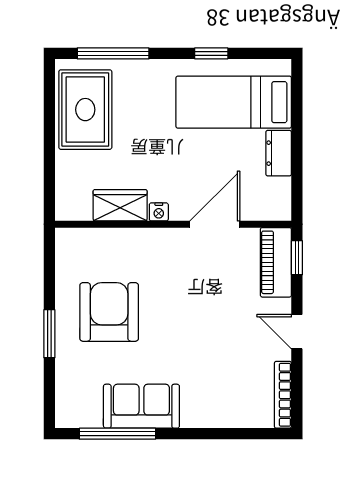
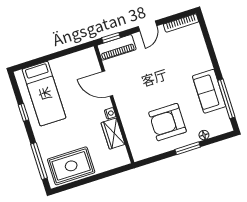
dresser: (279, 153) -> (62, 63), removed
floor lamp: (64, 371) -> (204, 135), added

